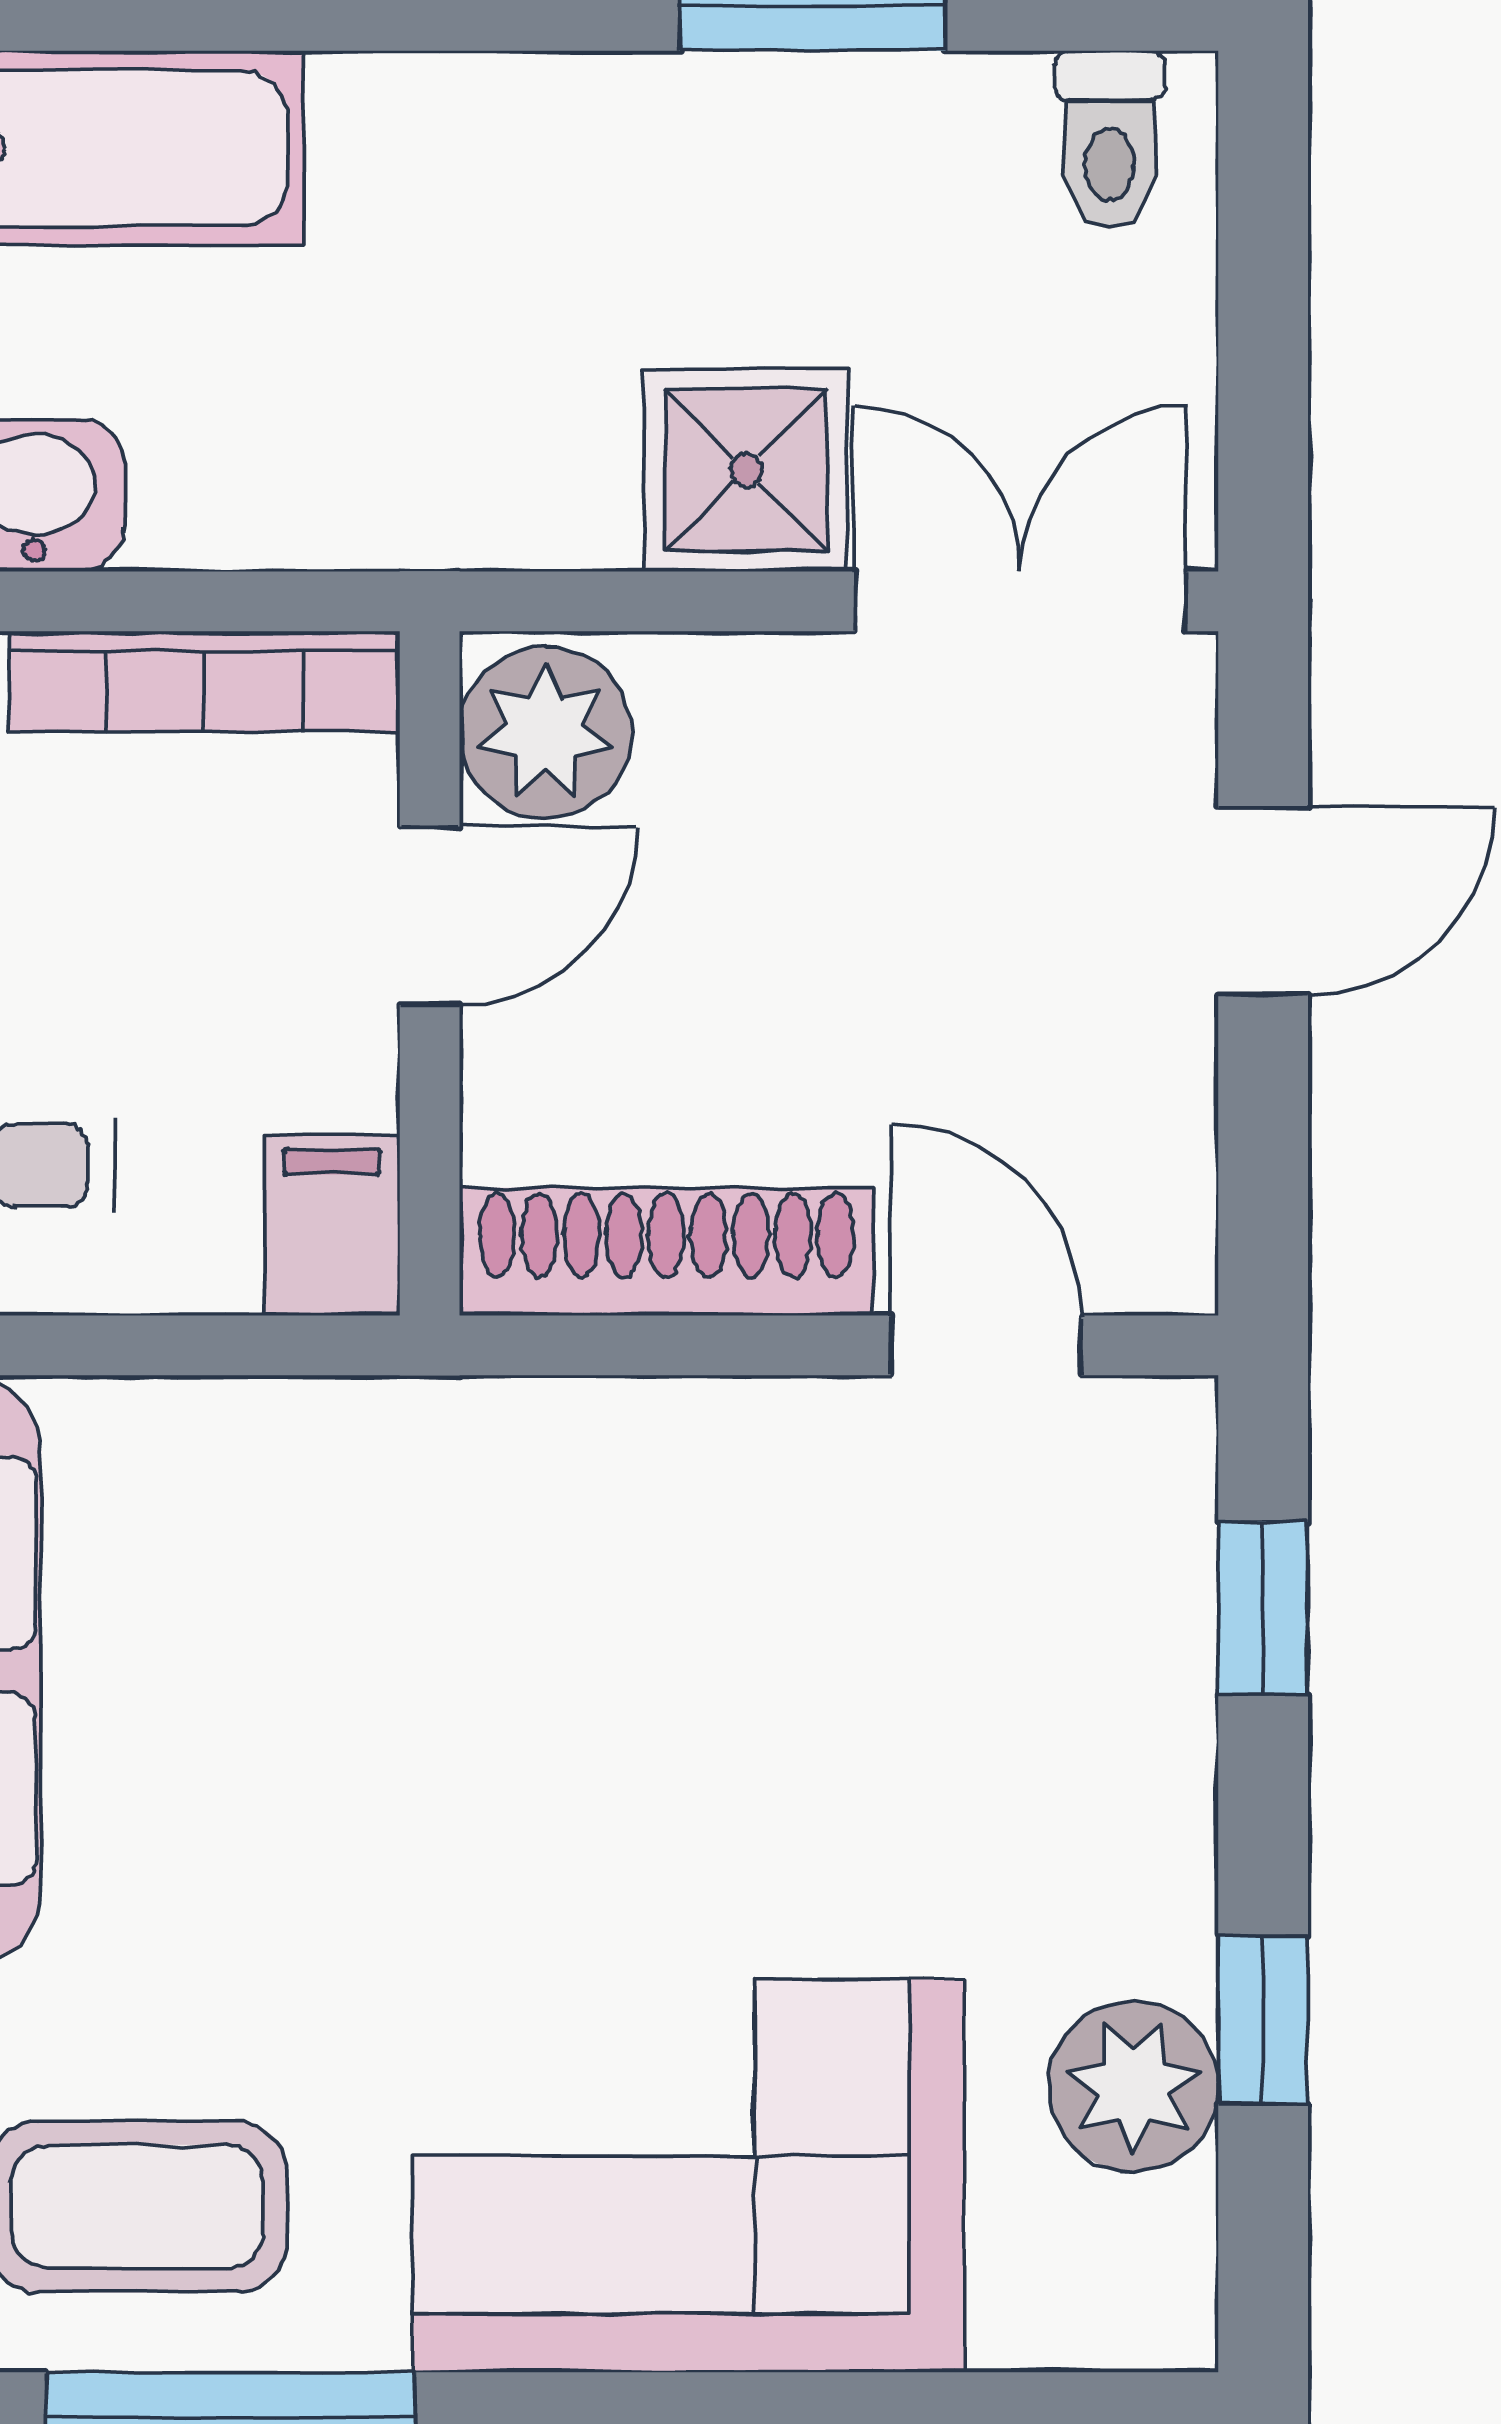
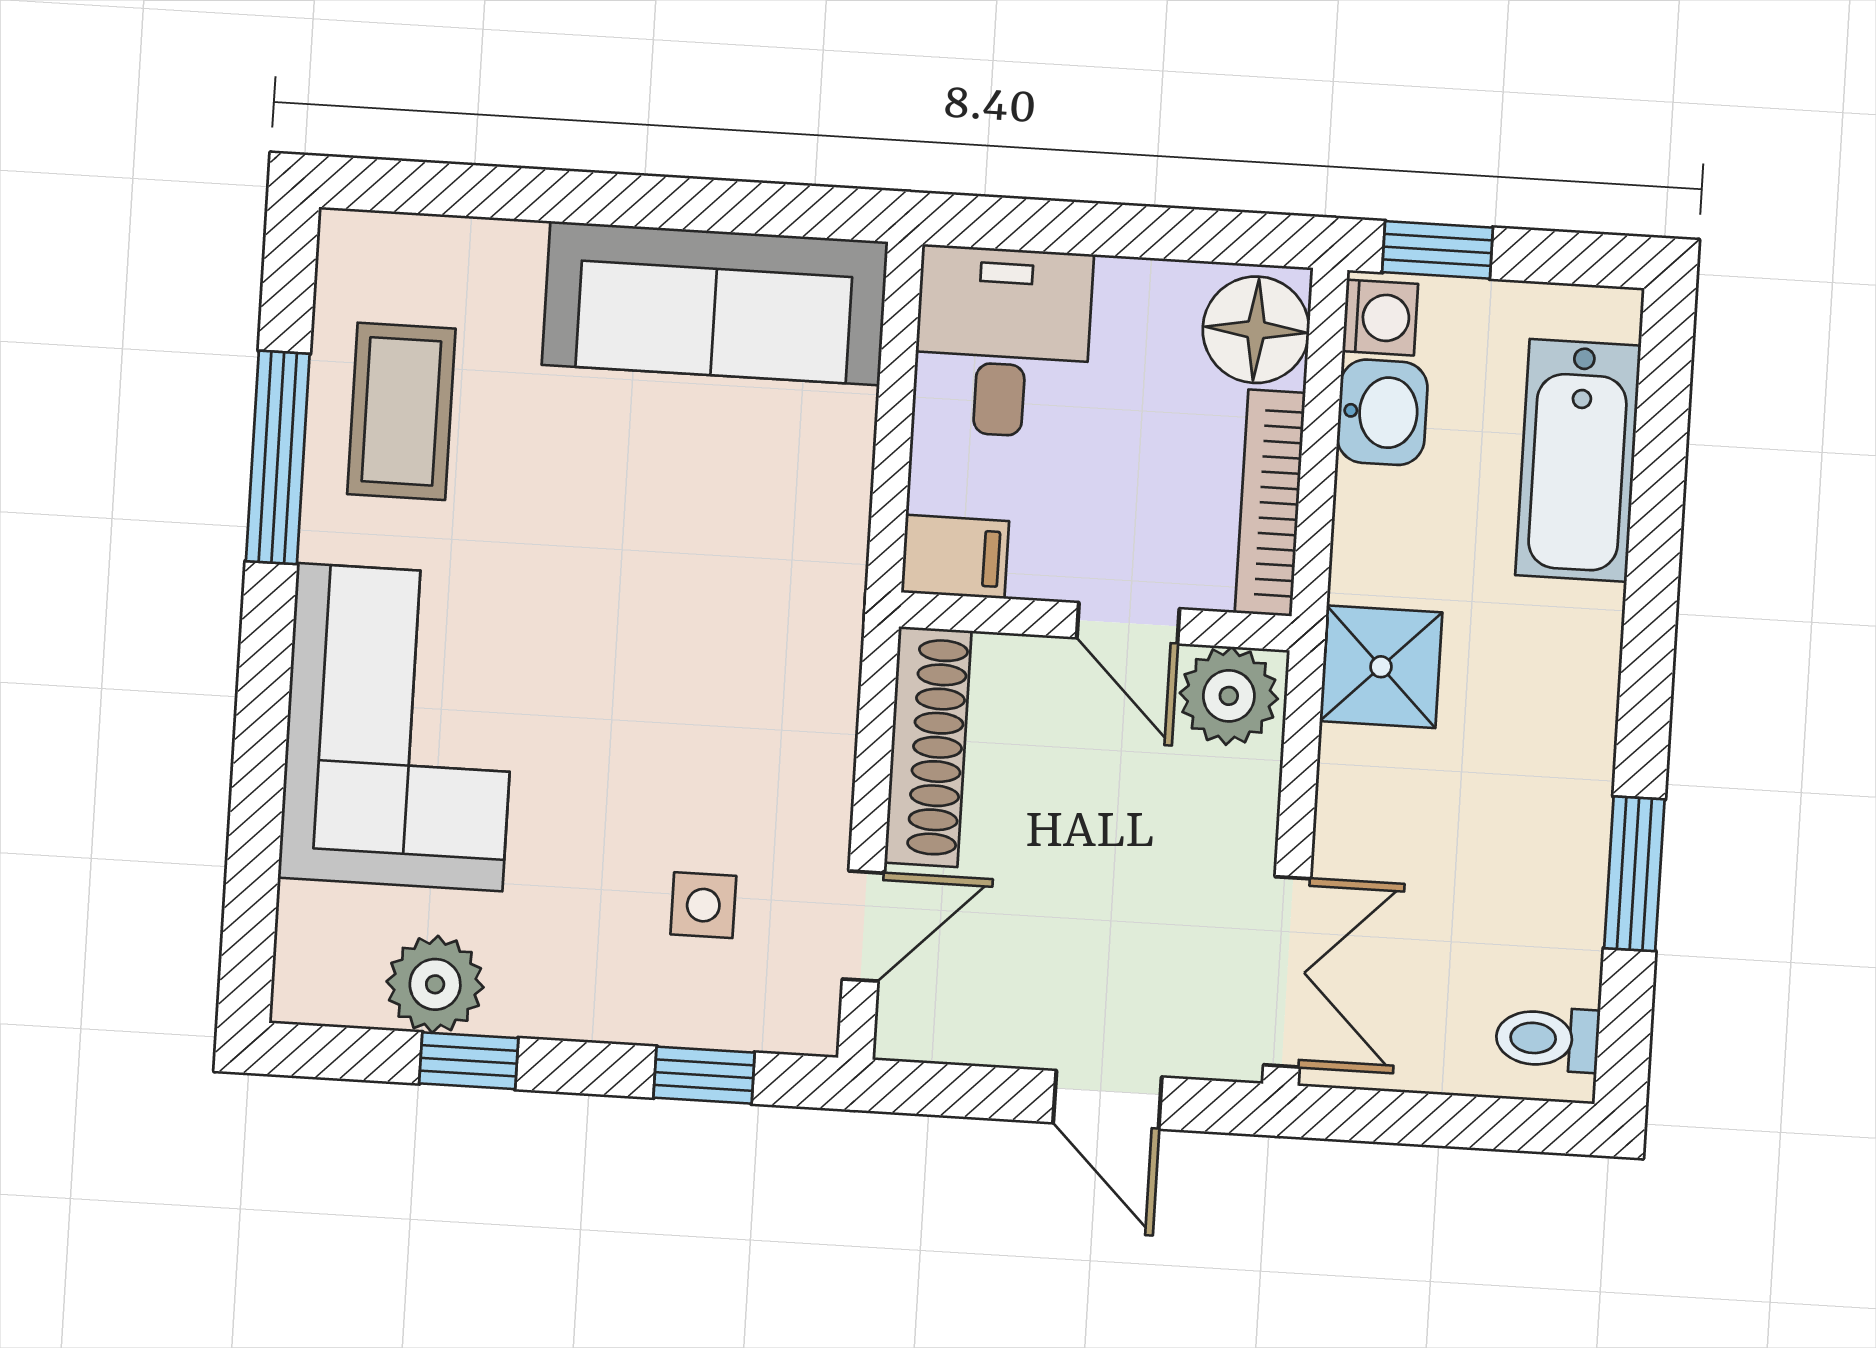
shower: (746, 470) -> (1381, 667), moved
side table: (967, 1627) -> (703, 905), added

